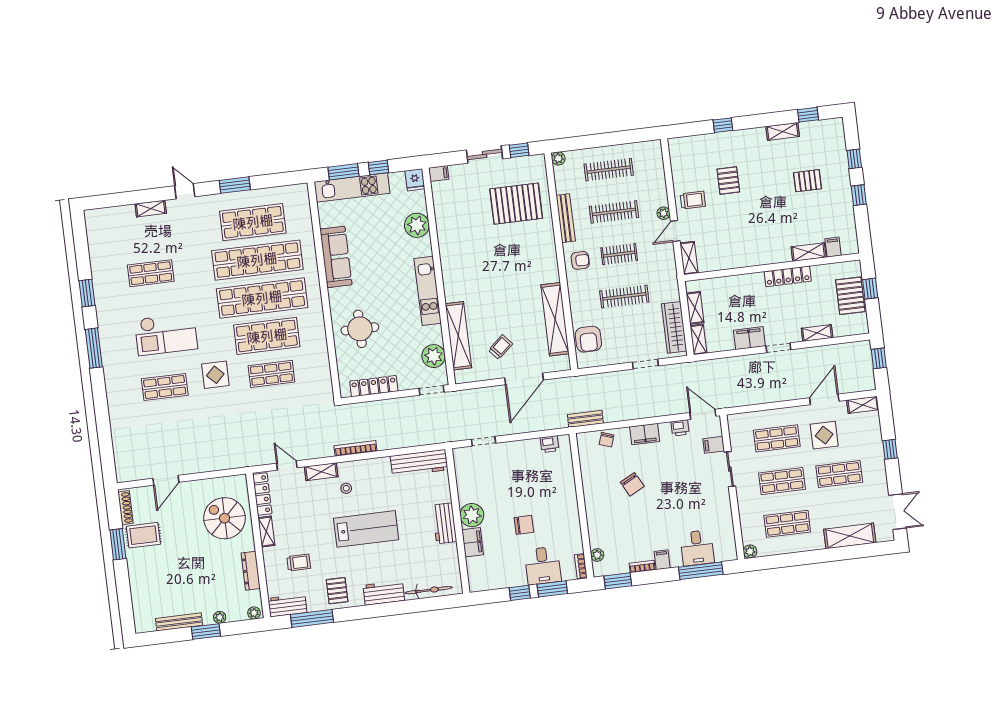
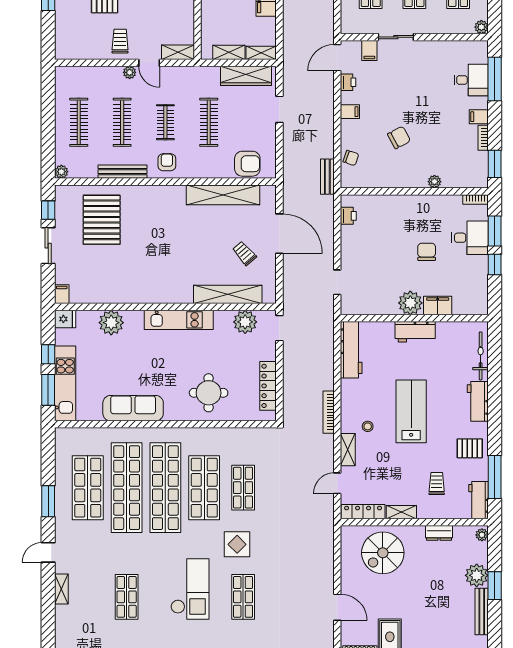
filing cabinet: (645, 434) -> (350, 112), width x0.50
plant: (597, 555) -> (434, 182), moved
dresser: (251, 571) -> (439, 533), width x0.70
plant: (220, 617) -> (477, 575), width x1.88, depth x1.88

